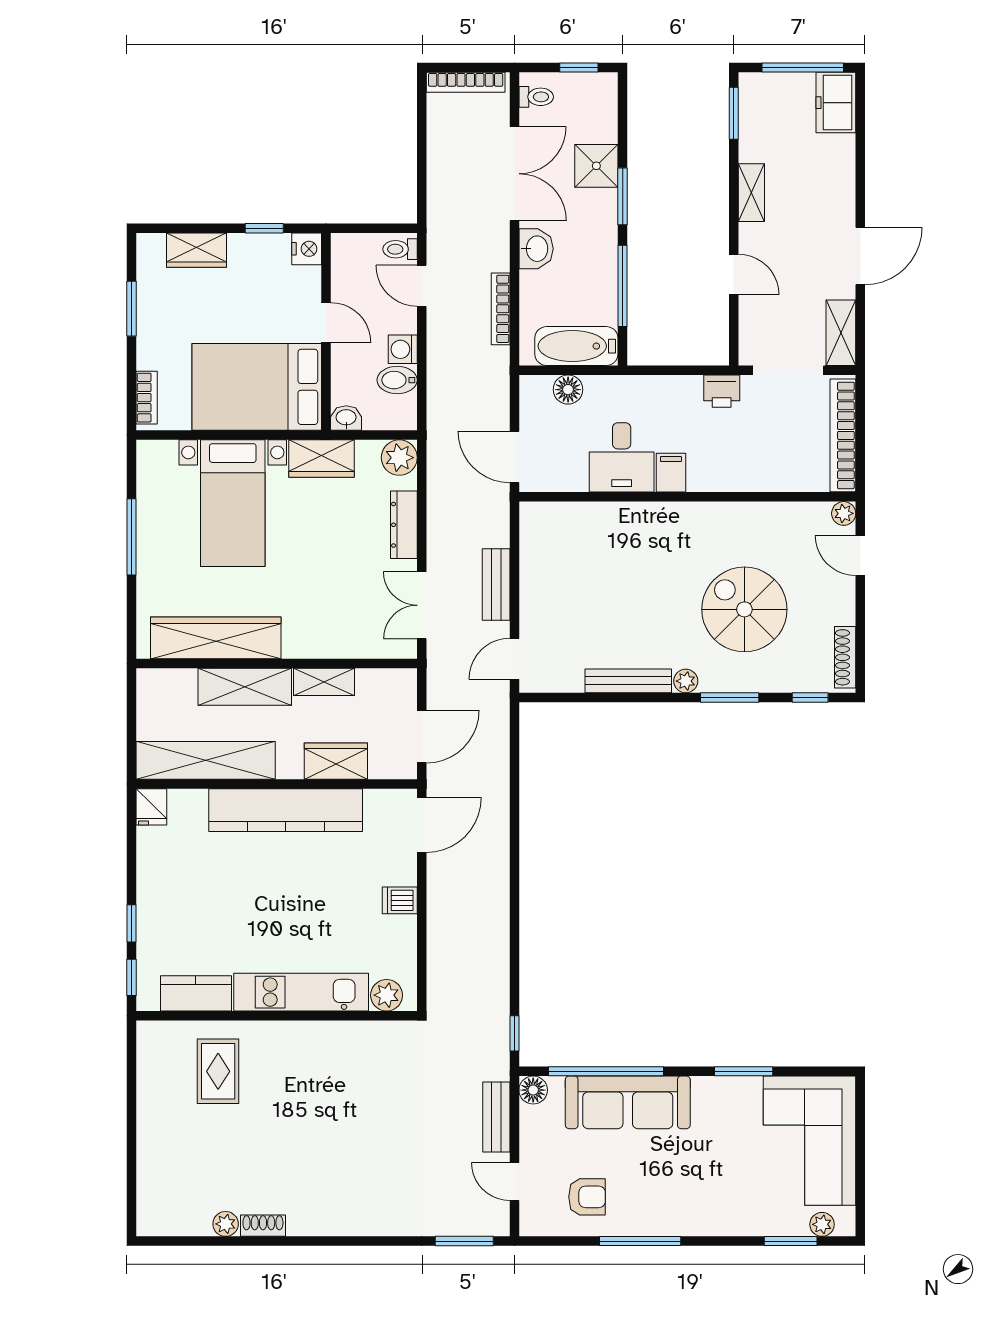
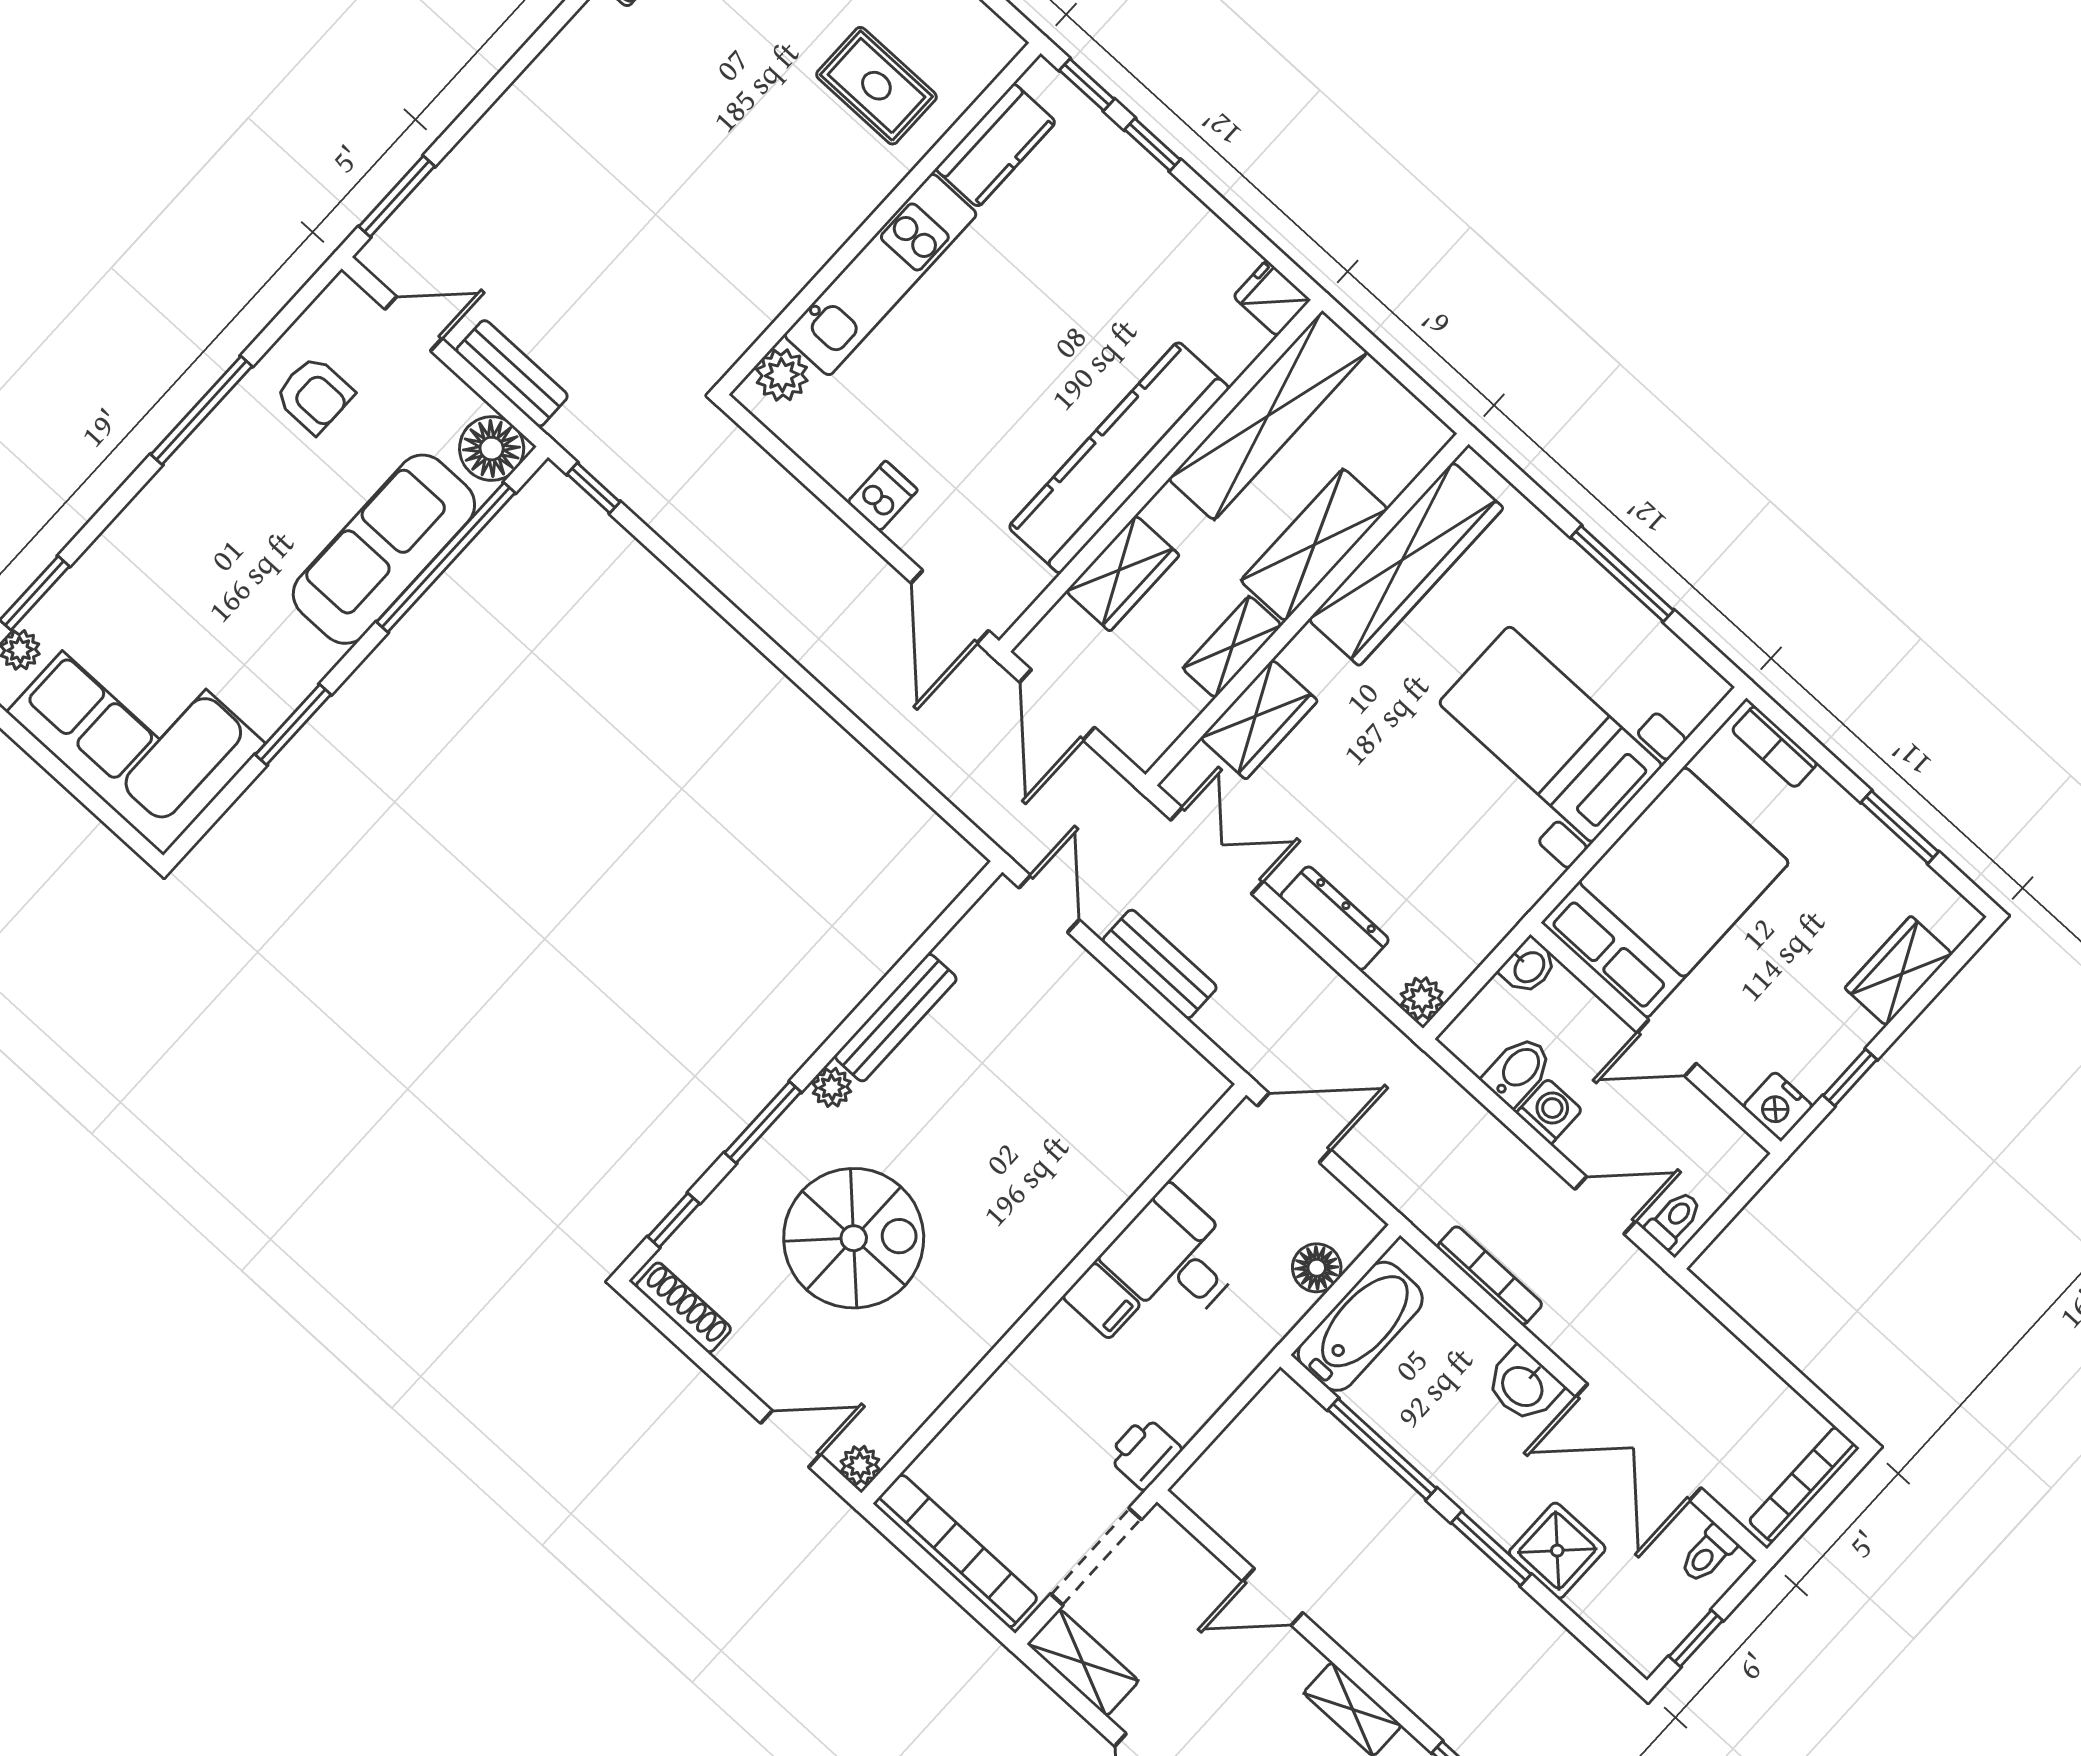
plant: (399, 458) -> (1422, 998), width x0.73, depth x0.73
wardrobe: (321, 459) -> (1259, 719), moved, turned 180
floor lamp: (533, 1090) -> (492, 449), width x1.38, depth x1.38
armchair: (587, 1197) -> (314, 395), turned -90

